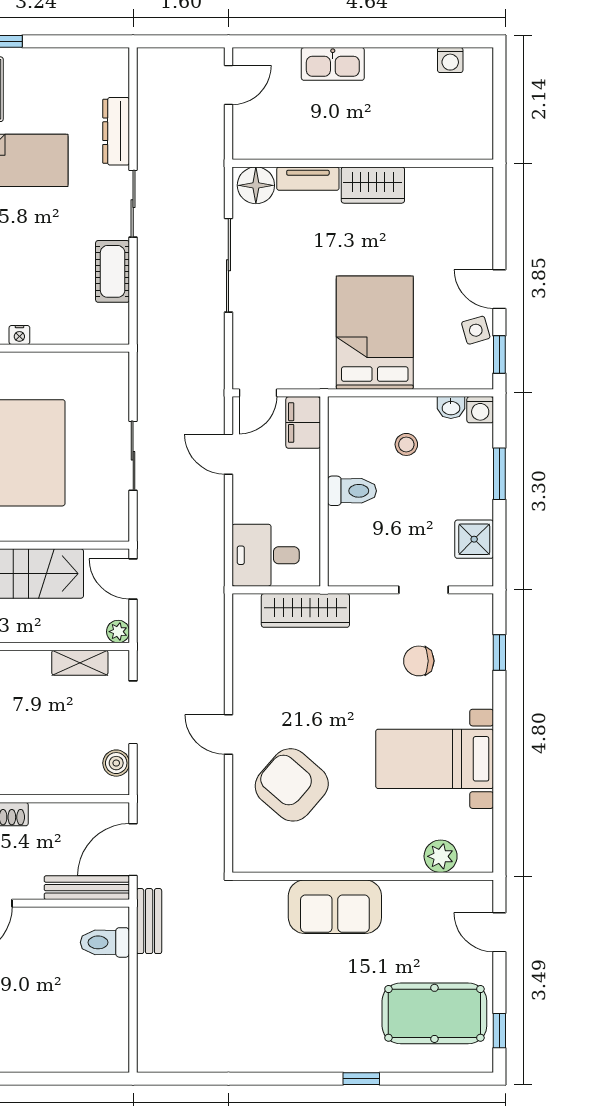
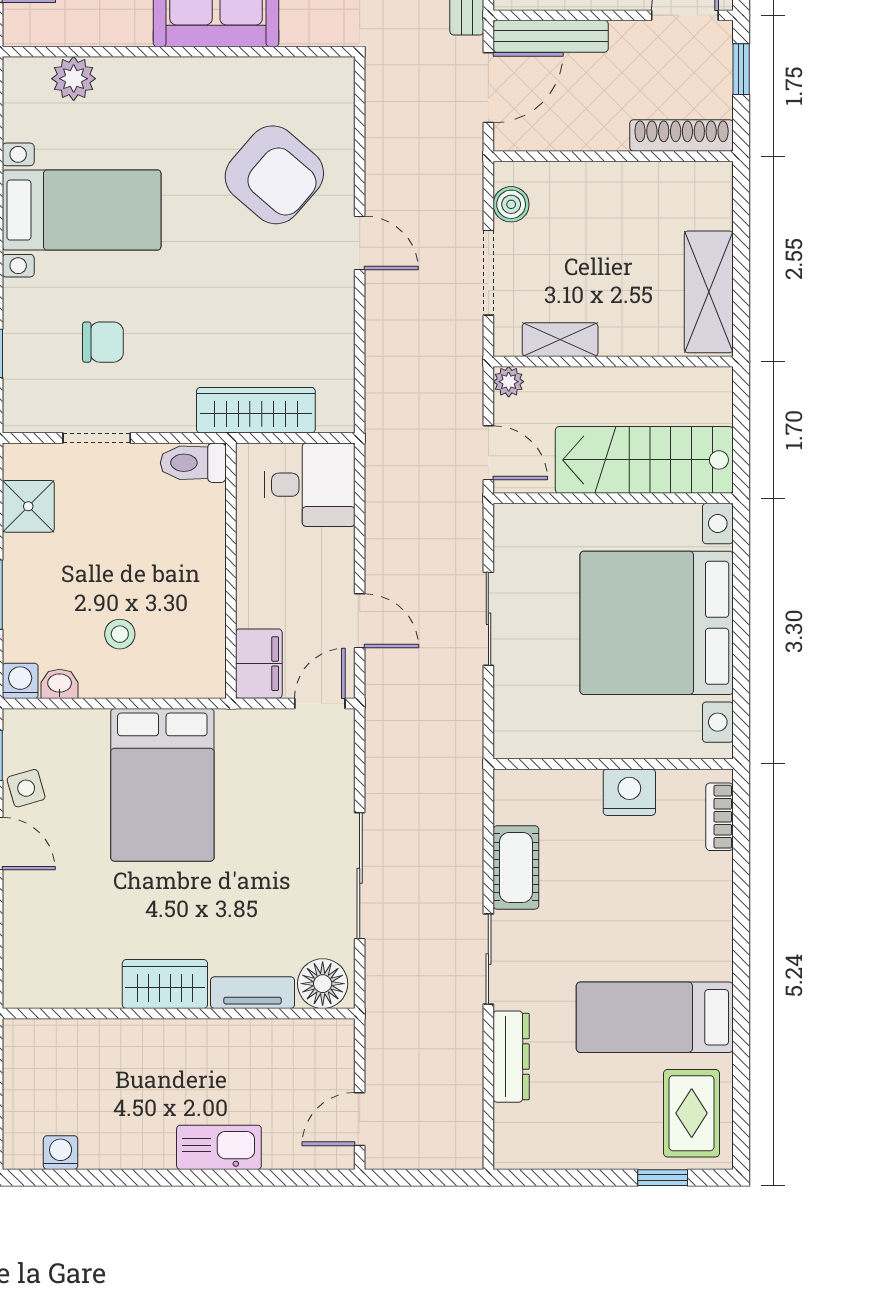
nightstand: (19, 335) -> (629, 792), width x1.89, depth x1.79
toilet: (352, 491) -> (193, 463), moved

